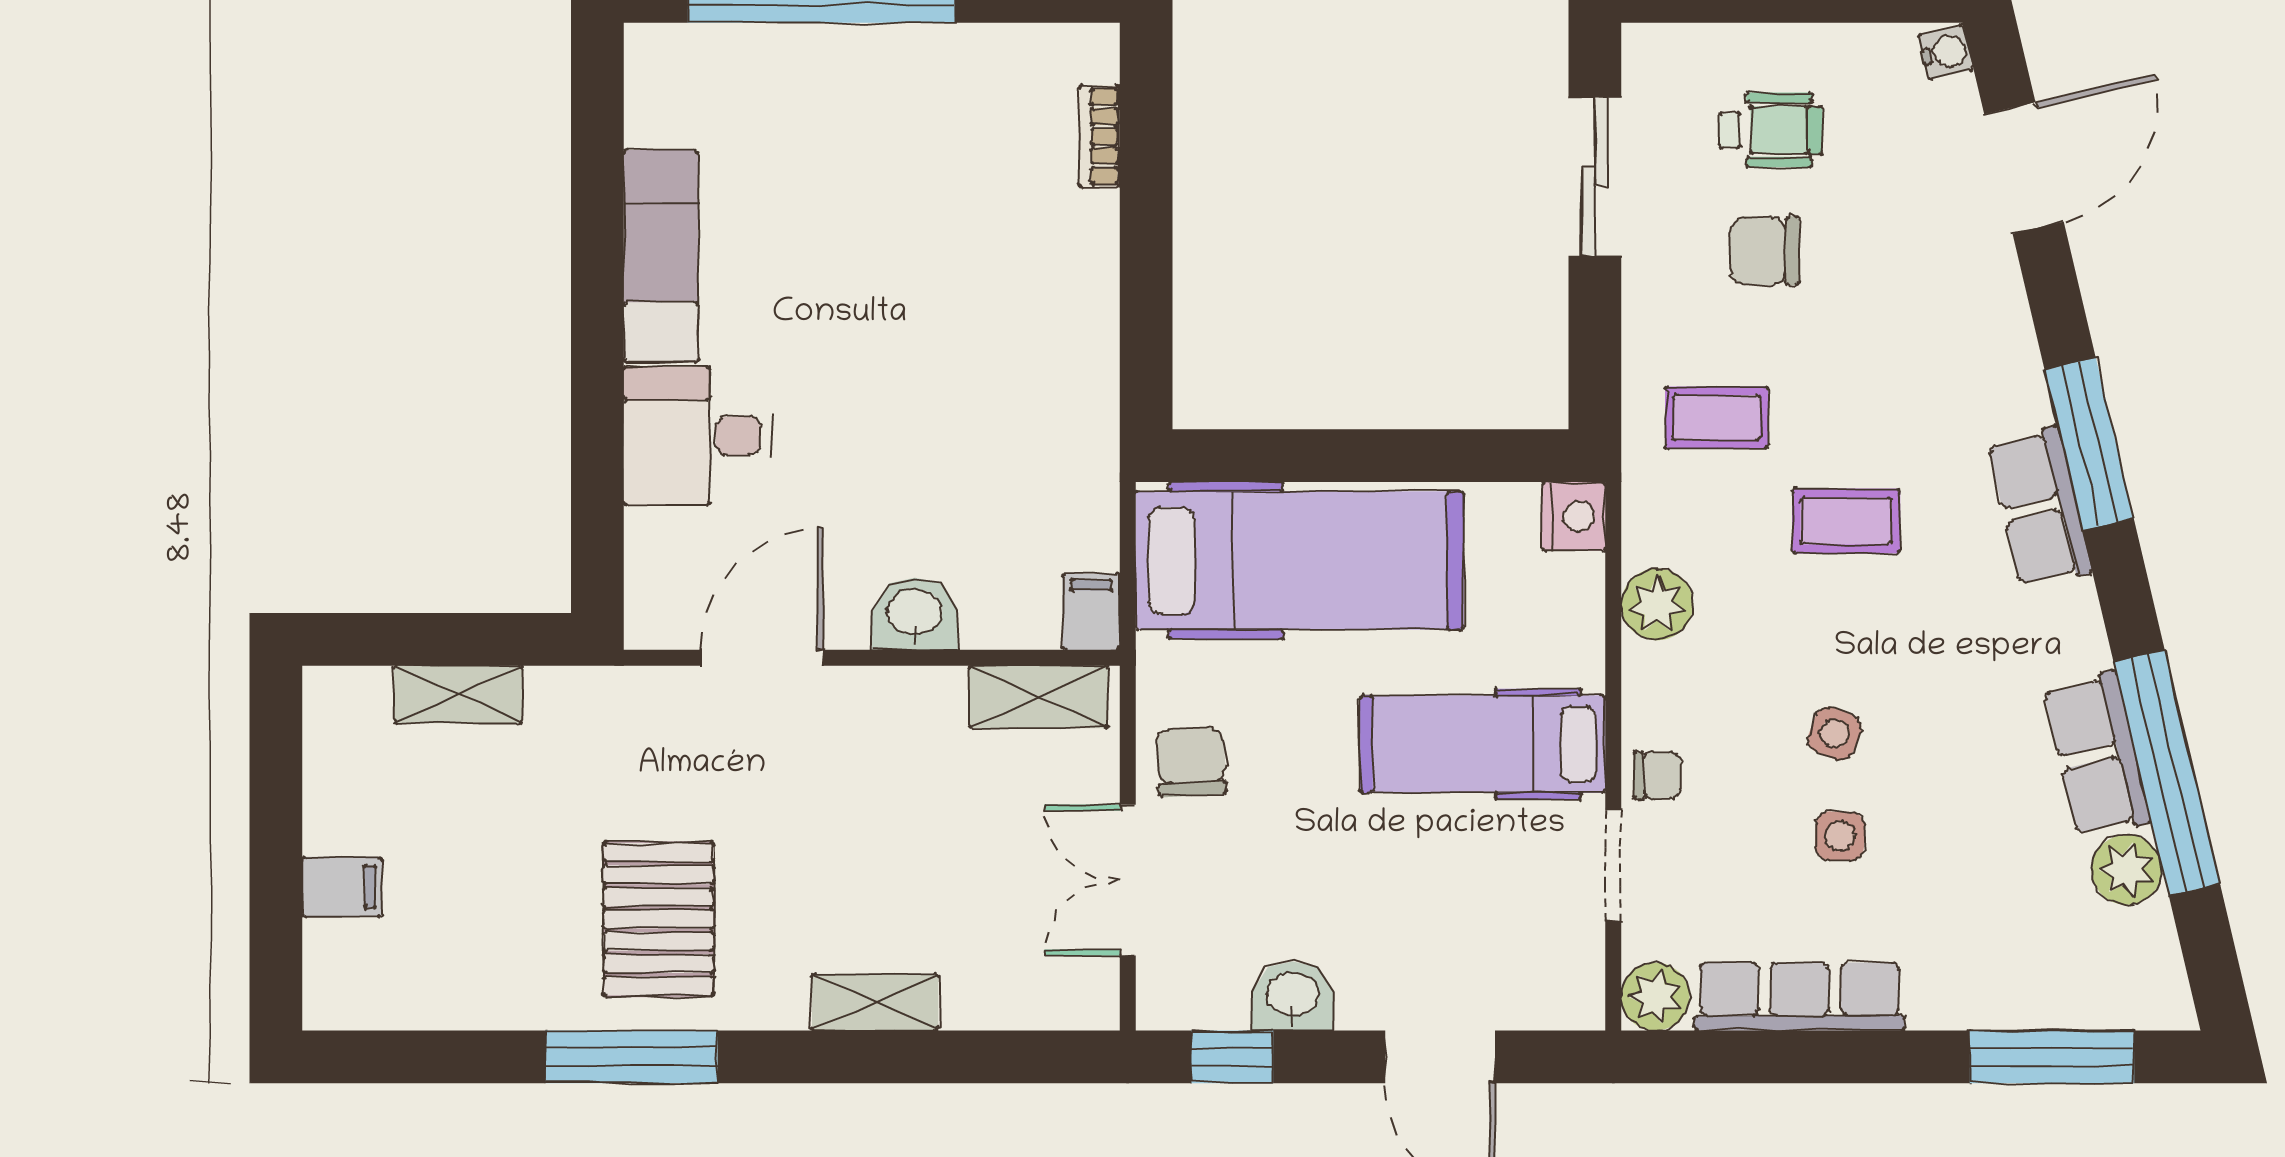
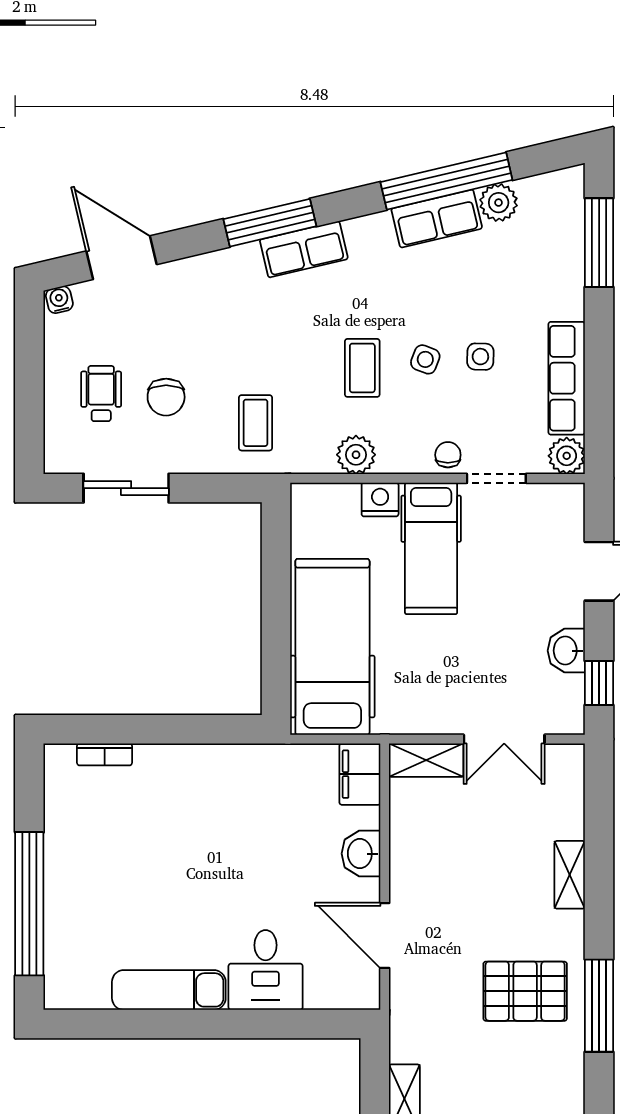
nightstand: (1574, 516) -> (380, 499), moved
coffee table: (1846, 521) -> (362, 368), moved
filing cabinet: (1091, 612) -> (360, 774), width x2.00
shelving: (1039, 697) -> (426, 760), moved, turned 90
chair: (1191, 762) -> (441, 705), removed

